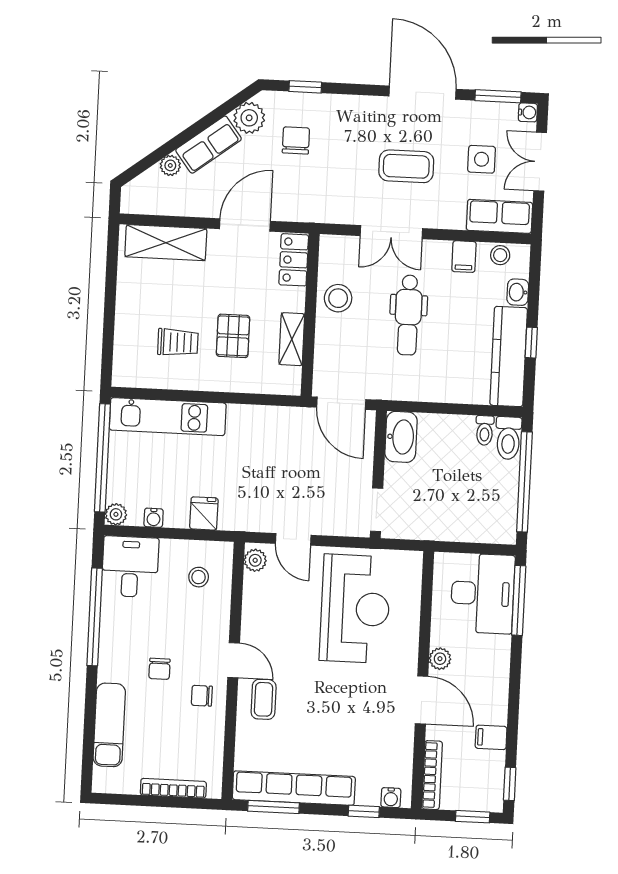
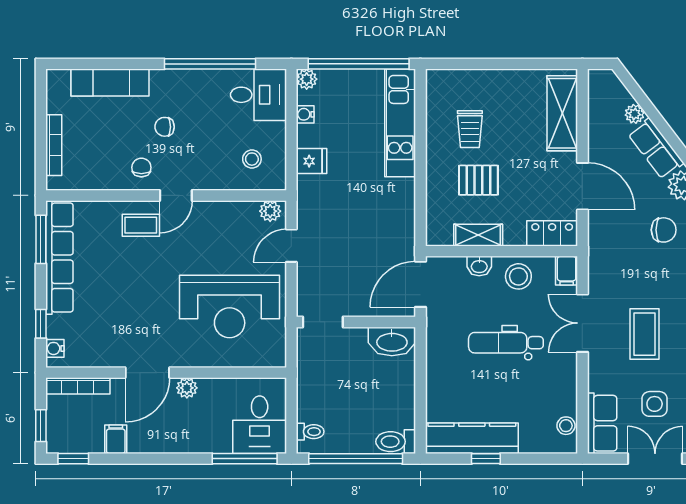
filing cabinet: (464, 257) -> (567, 271), moved, turned -90
washbasin: (518, 292) -> (479, 266), moved, turned 180
toilet: (485, 430) -> (310, 432), moved, turned 180
desk: (483, 593) -> (260, 425), width x0.73

